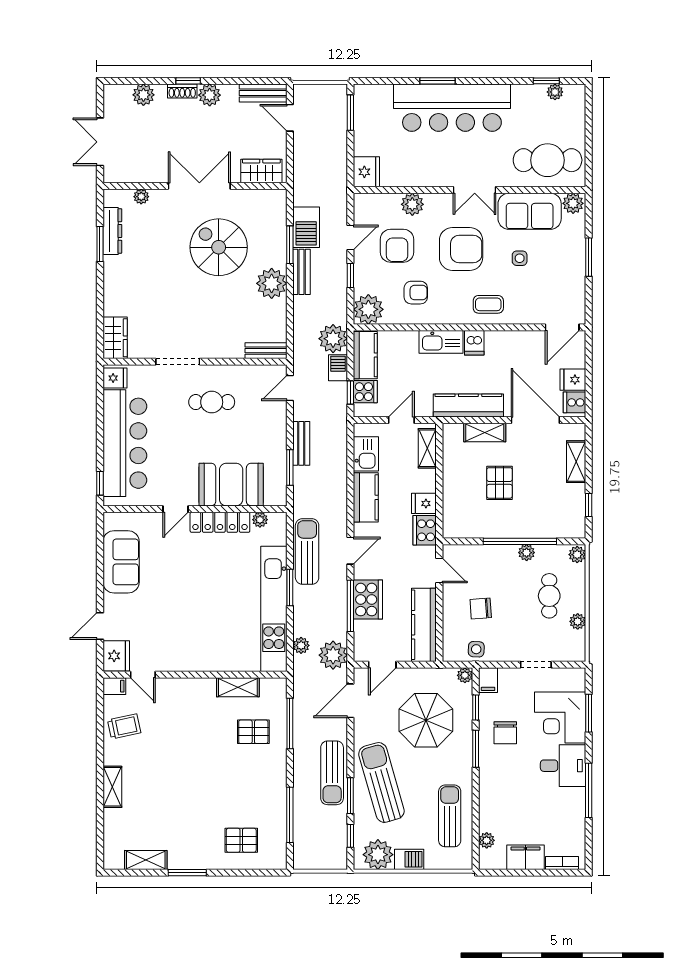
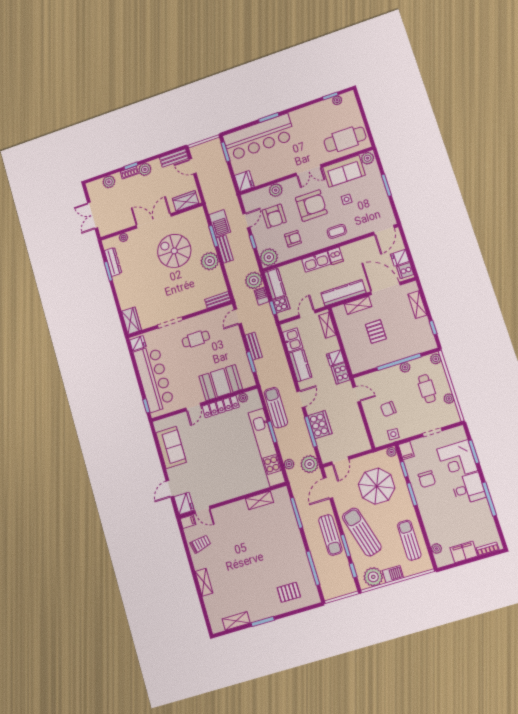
bar counter: (452, 108) -> (259, 137), moved
kitchen counter: (424, 625) -> (358, 429), removed
pallet: (253, 732) -> (276, 524), removed

